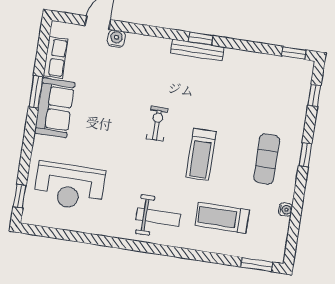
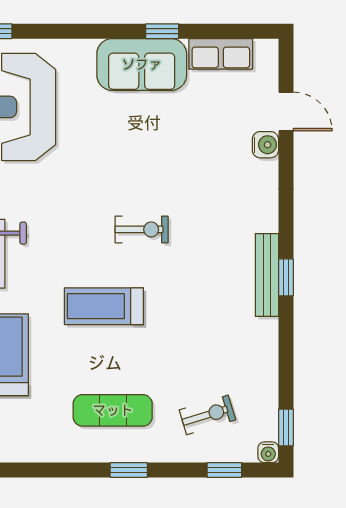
window: (36, 92) -> (162, 31), width x0.67
exercise bike: (279, 101) -> (207, 415), added
water cooler: (285, 210) -> (268, 452), moved

